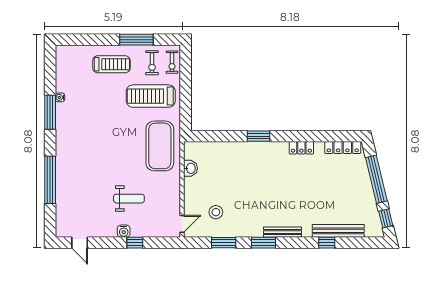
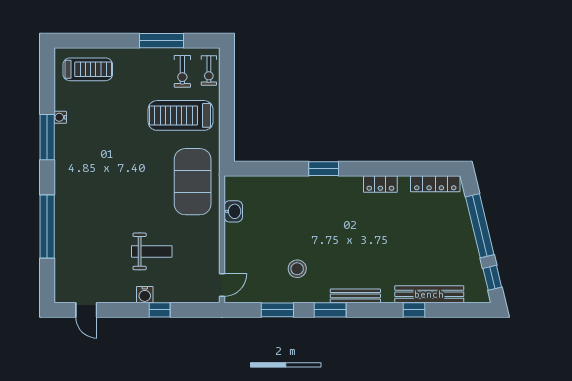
treadmill: (111, 64) -> (88, 69), moved
stool: (216, 212) -> (297, 269), moved

